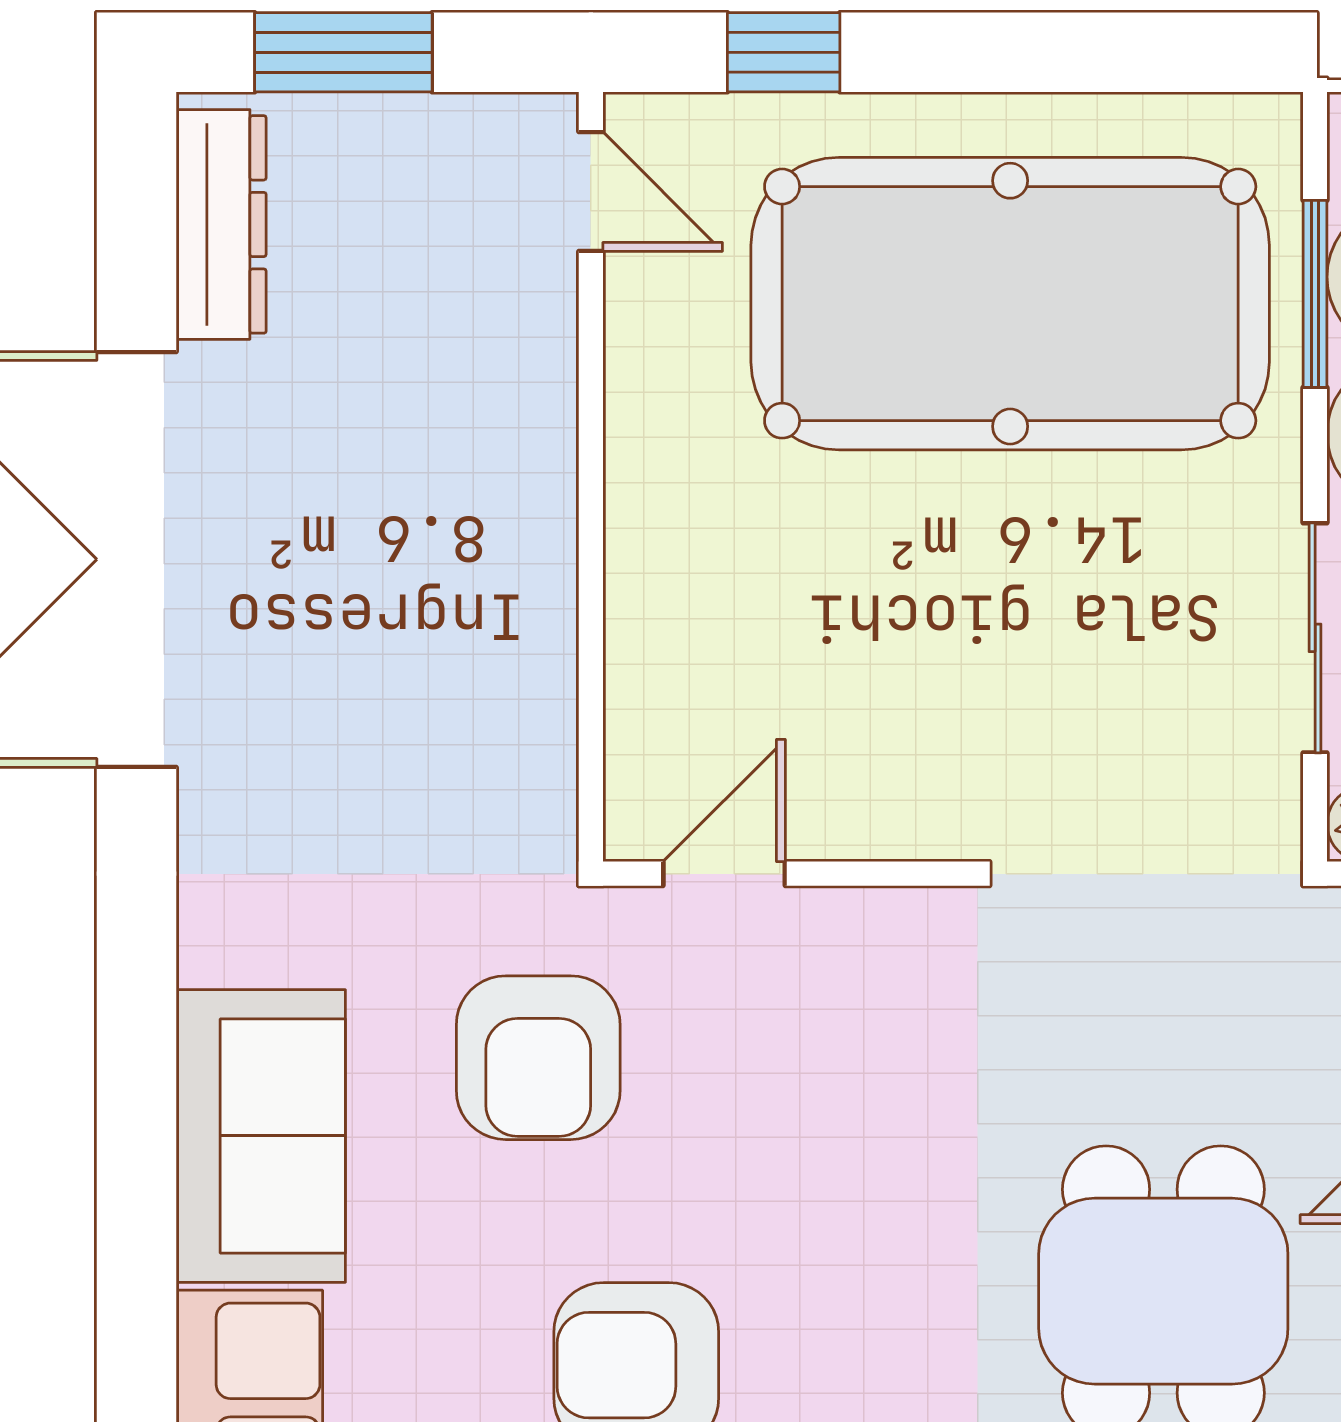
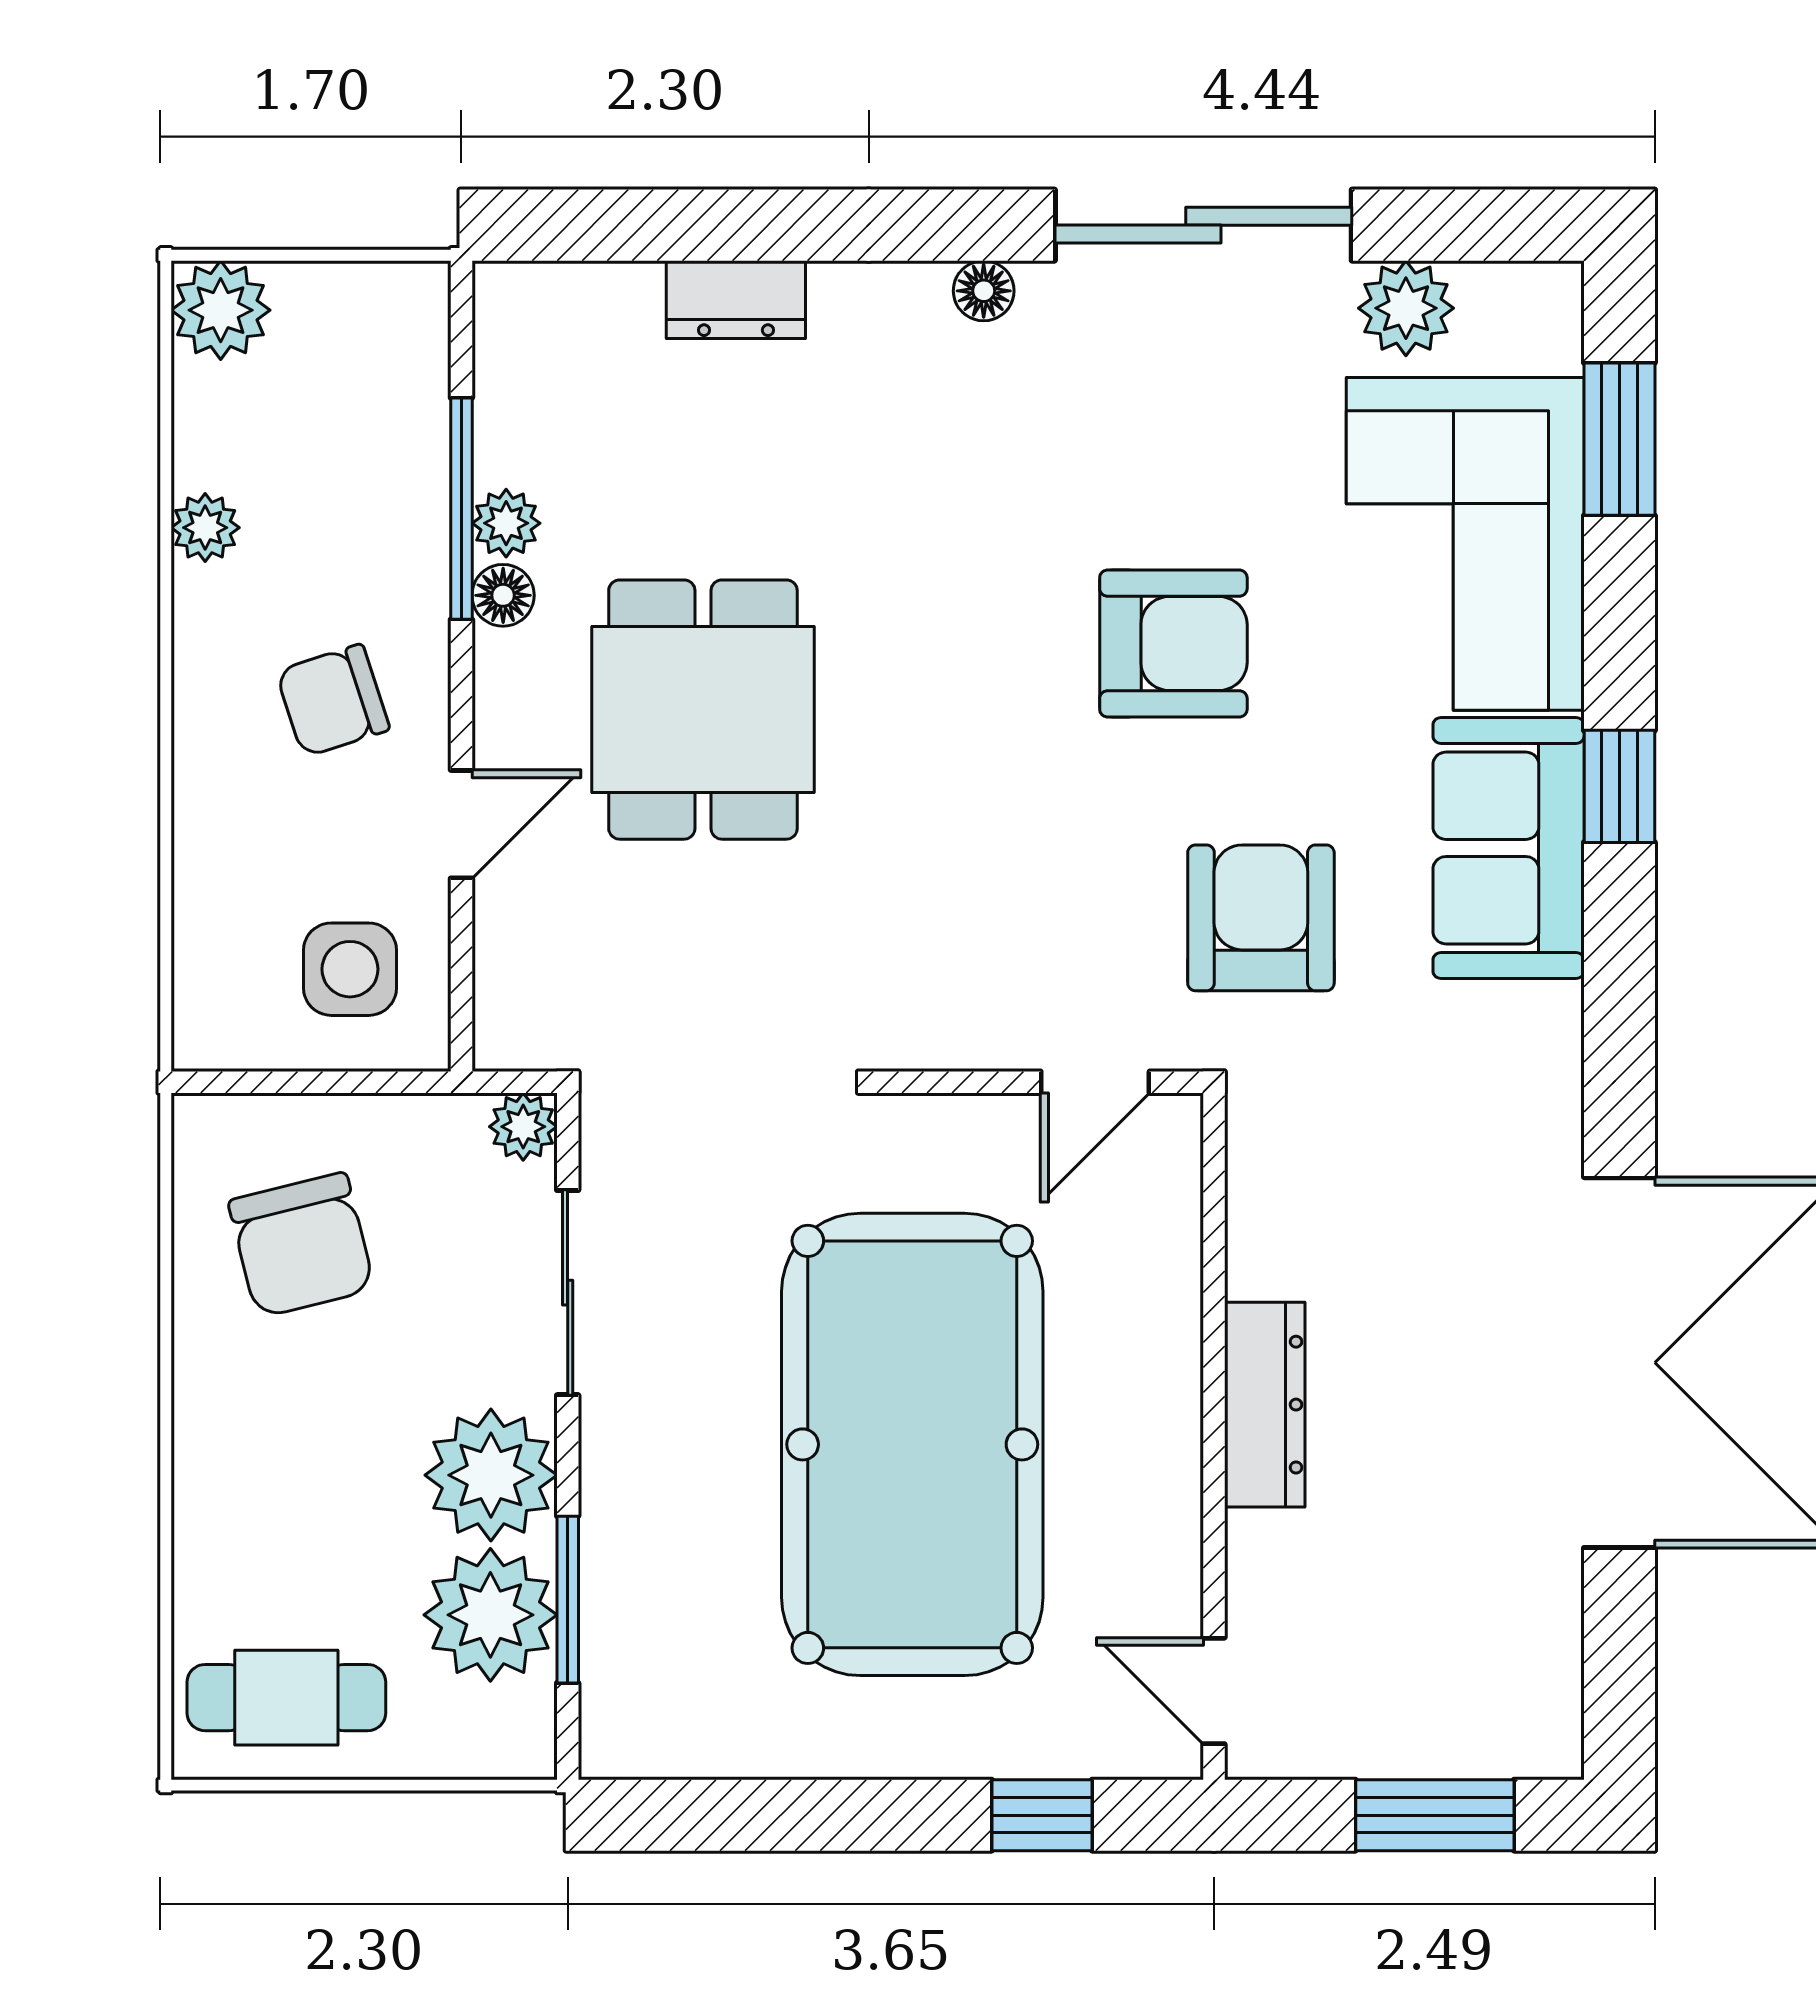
dresser: (221, 224) -> (1265, 1405), moved, turned 180
pool table: (1010, 304) -> (912, 1444), moved, turned 90
window: (137, 1205) -> (1619, 786), added

